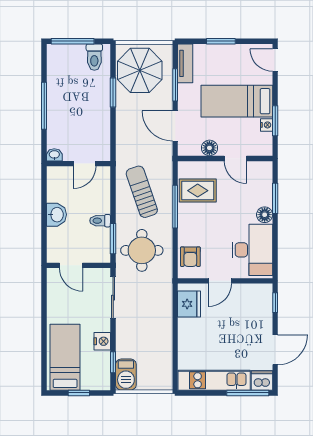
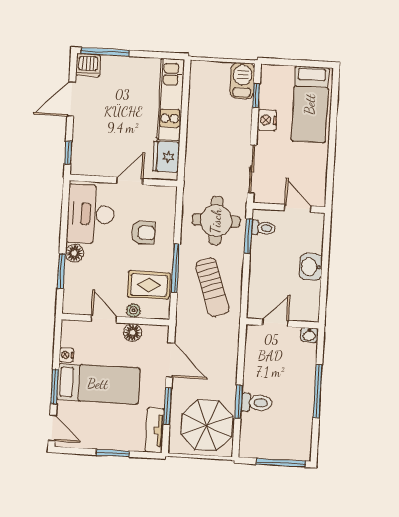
toilet: (94, 57) -> (257, 403), moved, turned 90
window: (275, 121) -> (55, 387), moved
plant: (210, 167) -> (133, 310), added
toilet: (100, 221) -> (263, 228), moved
armchair: (190, 257) -> (143, 233), moved, turned 90
kitchen unit: (214, 380) -> (171, 100), moved, turned 90
window: (79, 393) -> (297, 63), removed

